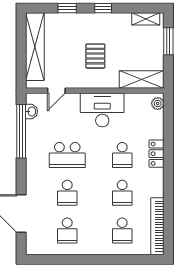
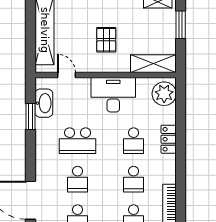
door: (56, 91) -> (66, 75), swing flipped
plant: (158, 104) -> (164, 94), width x1.87, depth x1.87
washbasin: (31, 112) -> (44, 103), width x1.91, depth x1.45
window: (21, 131) -> (31, 116), width x0.47

